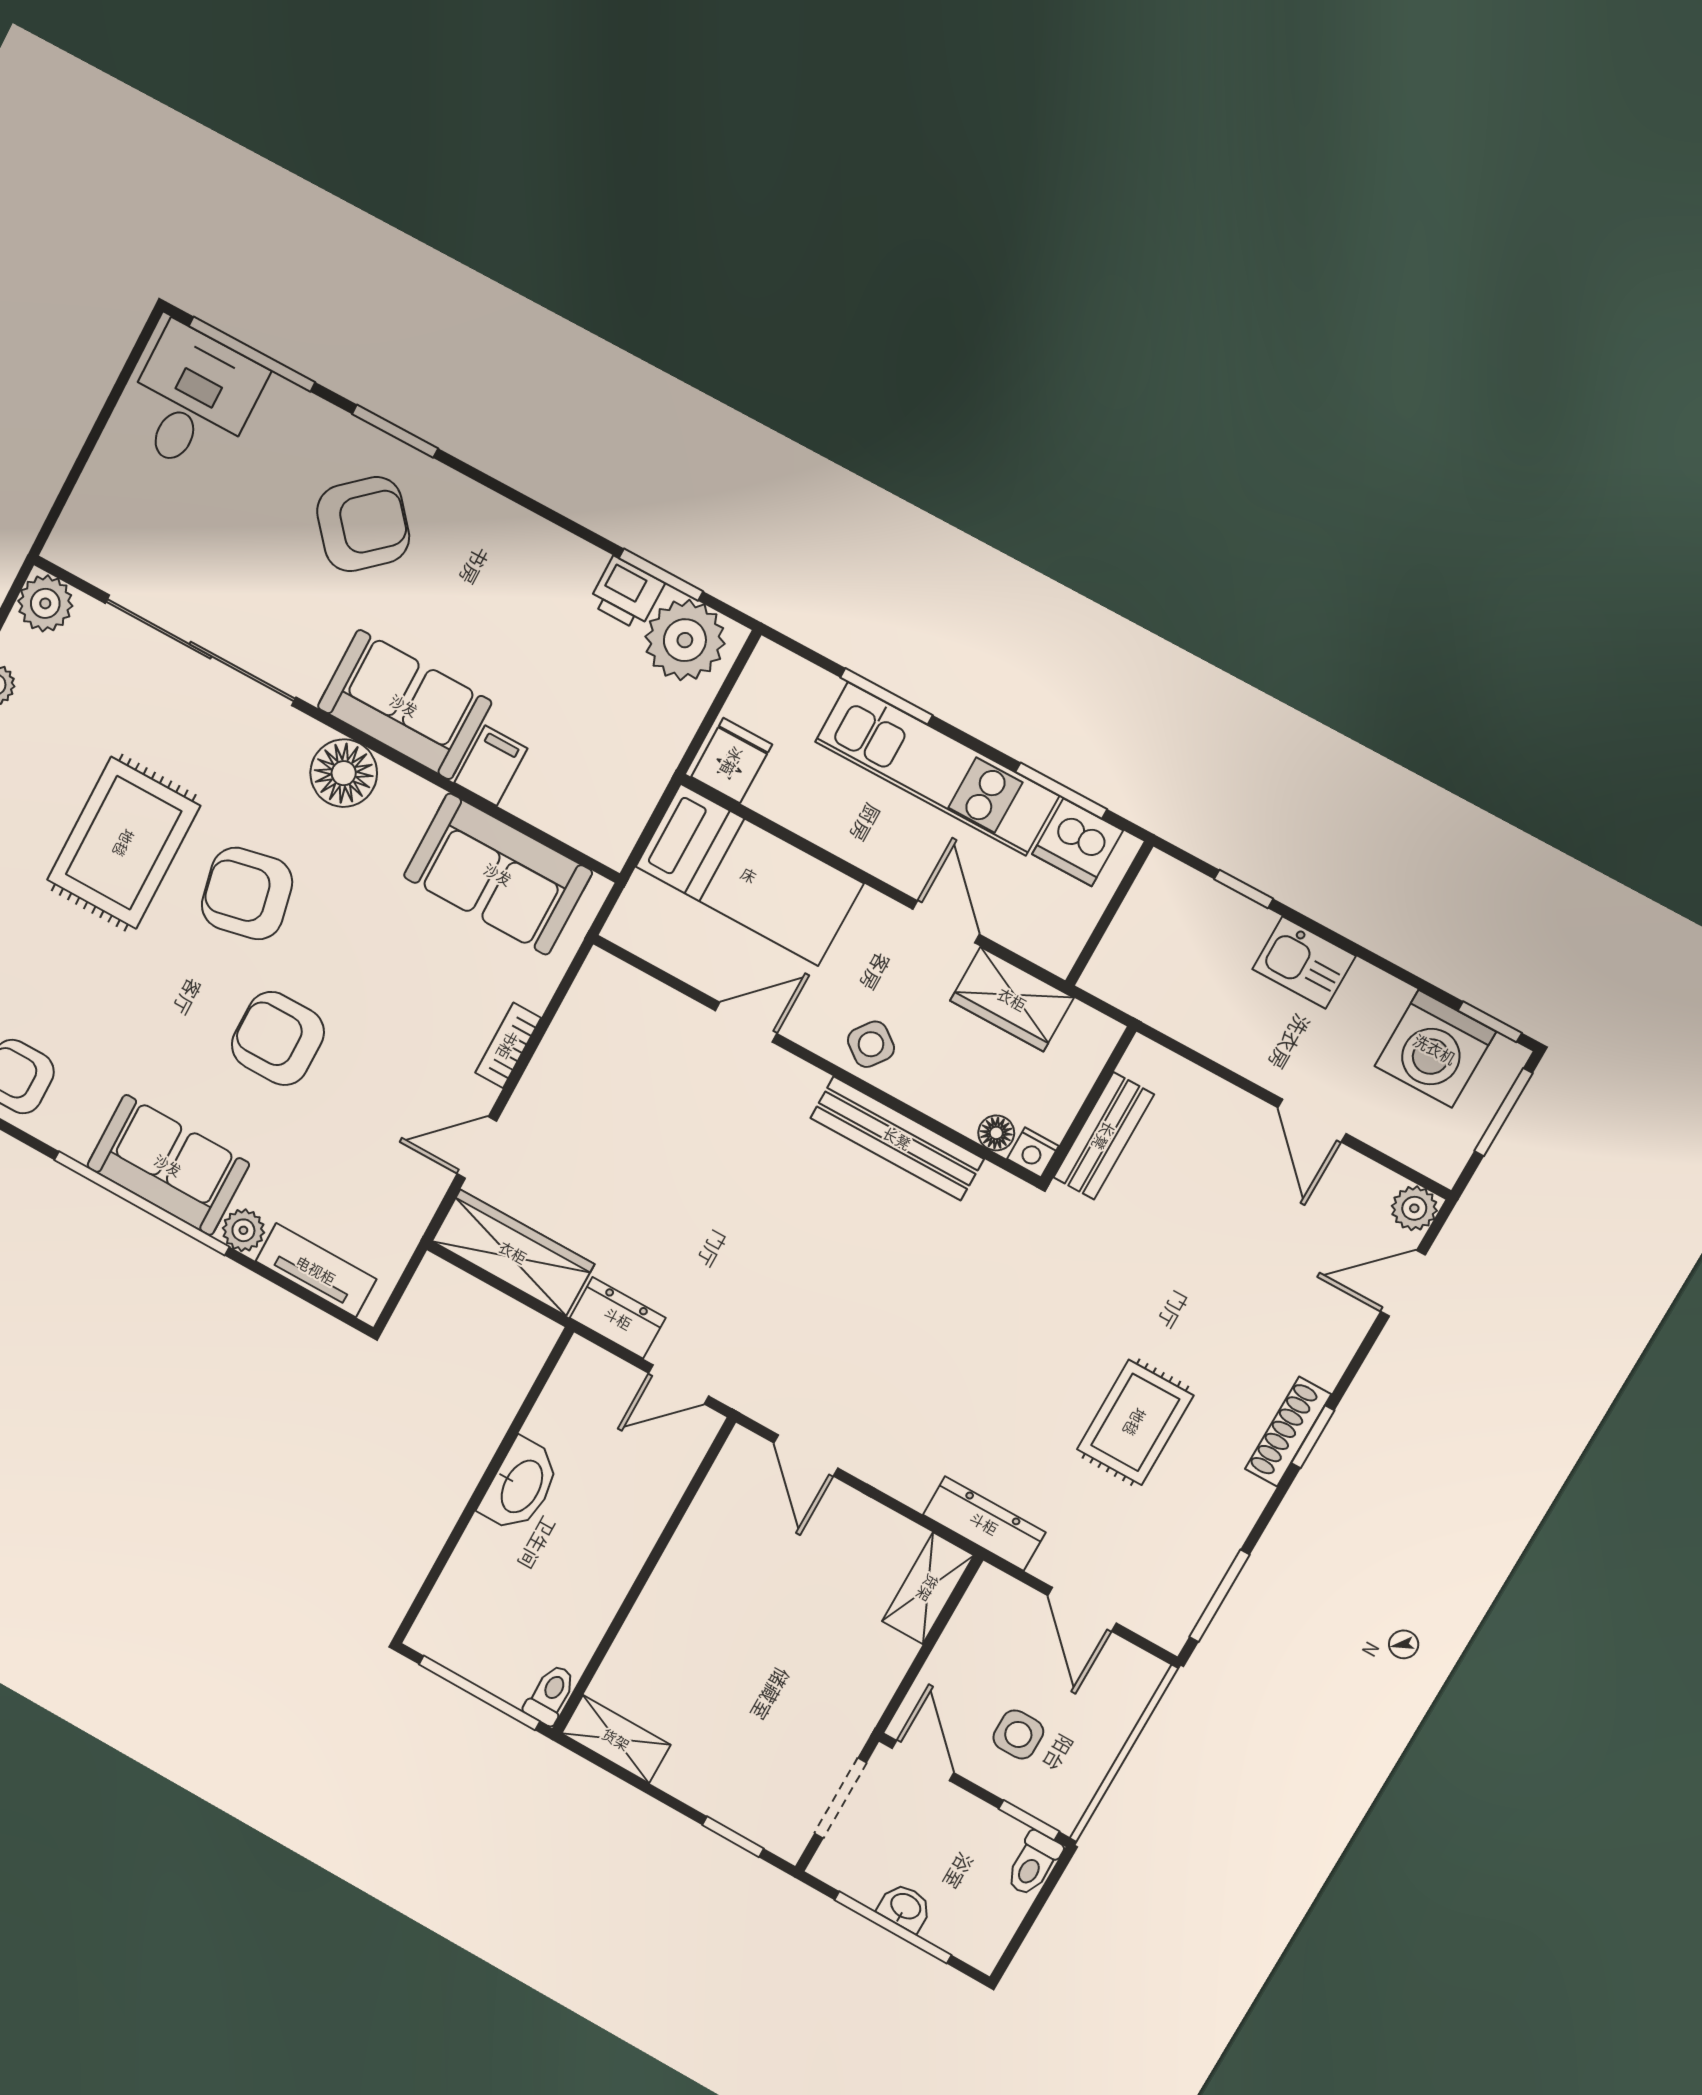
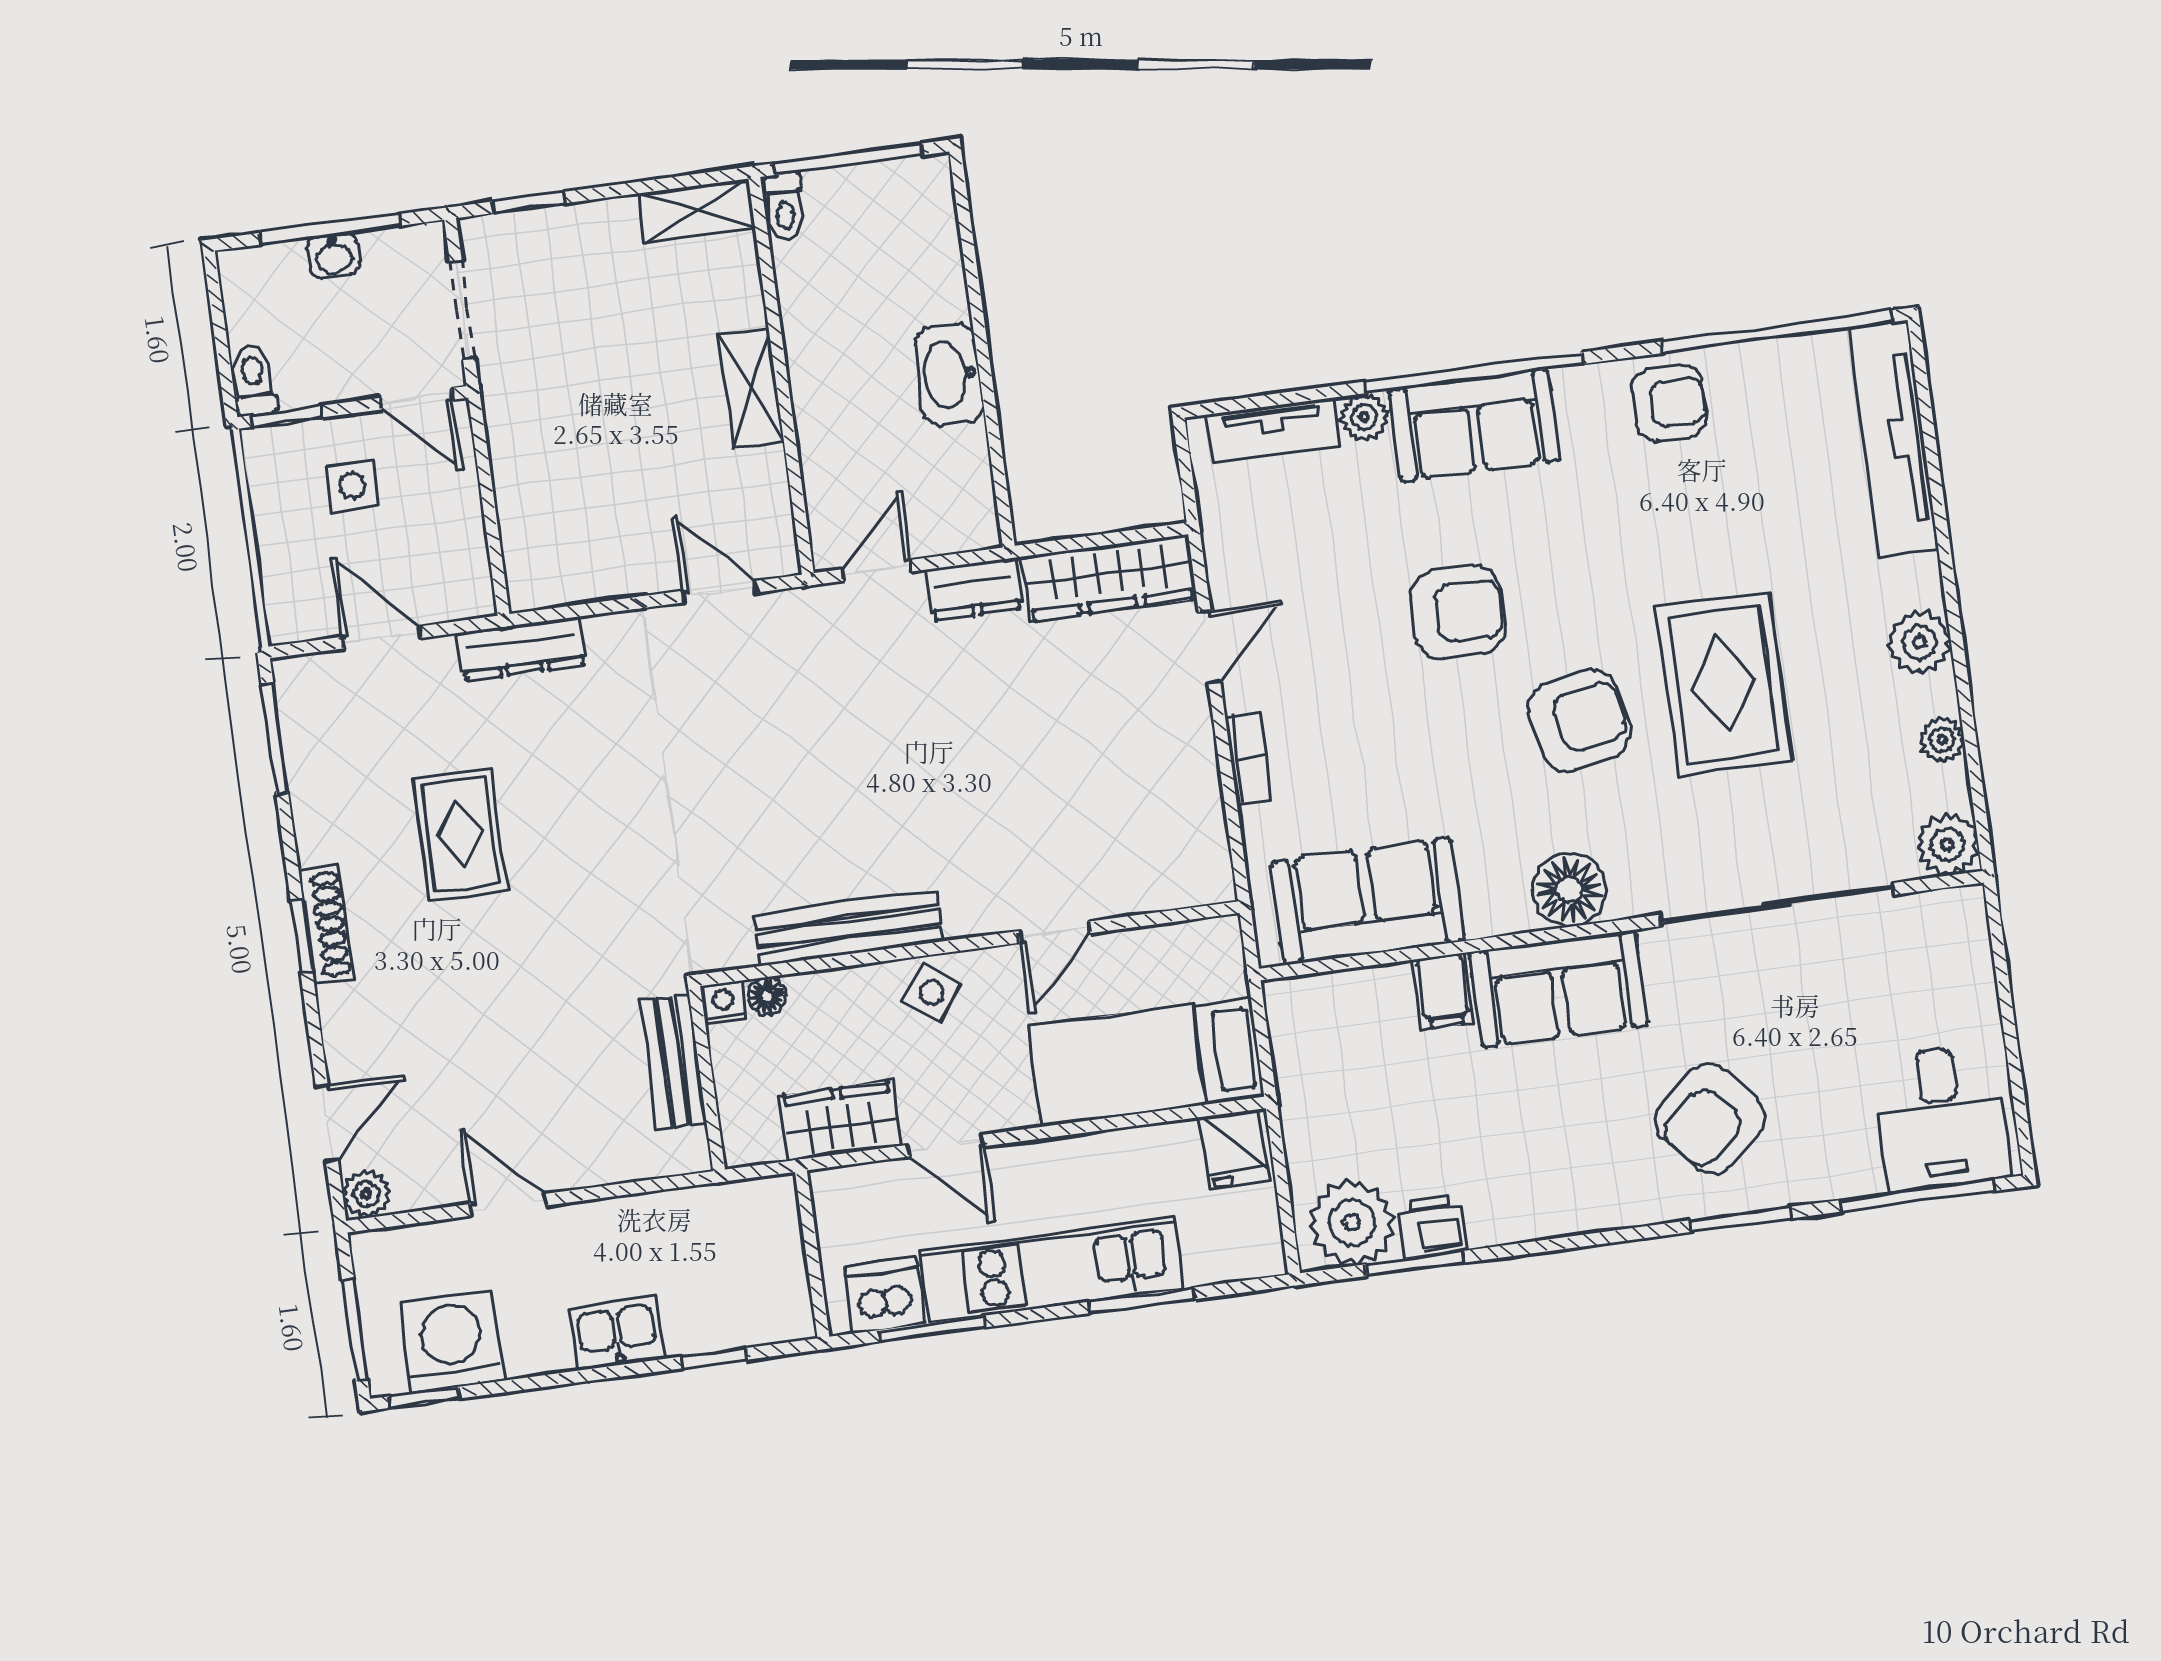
shelving: (928, 1588) -> (751, 388), moved

